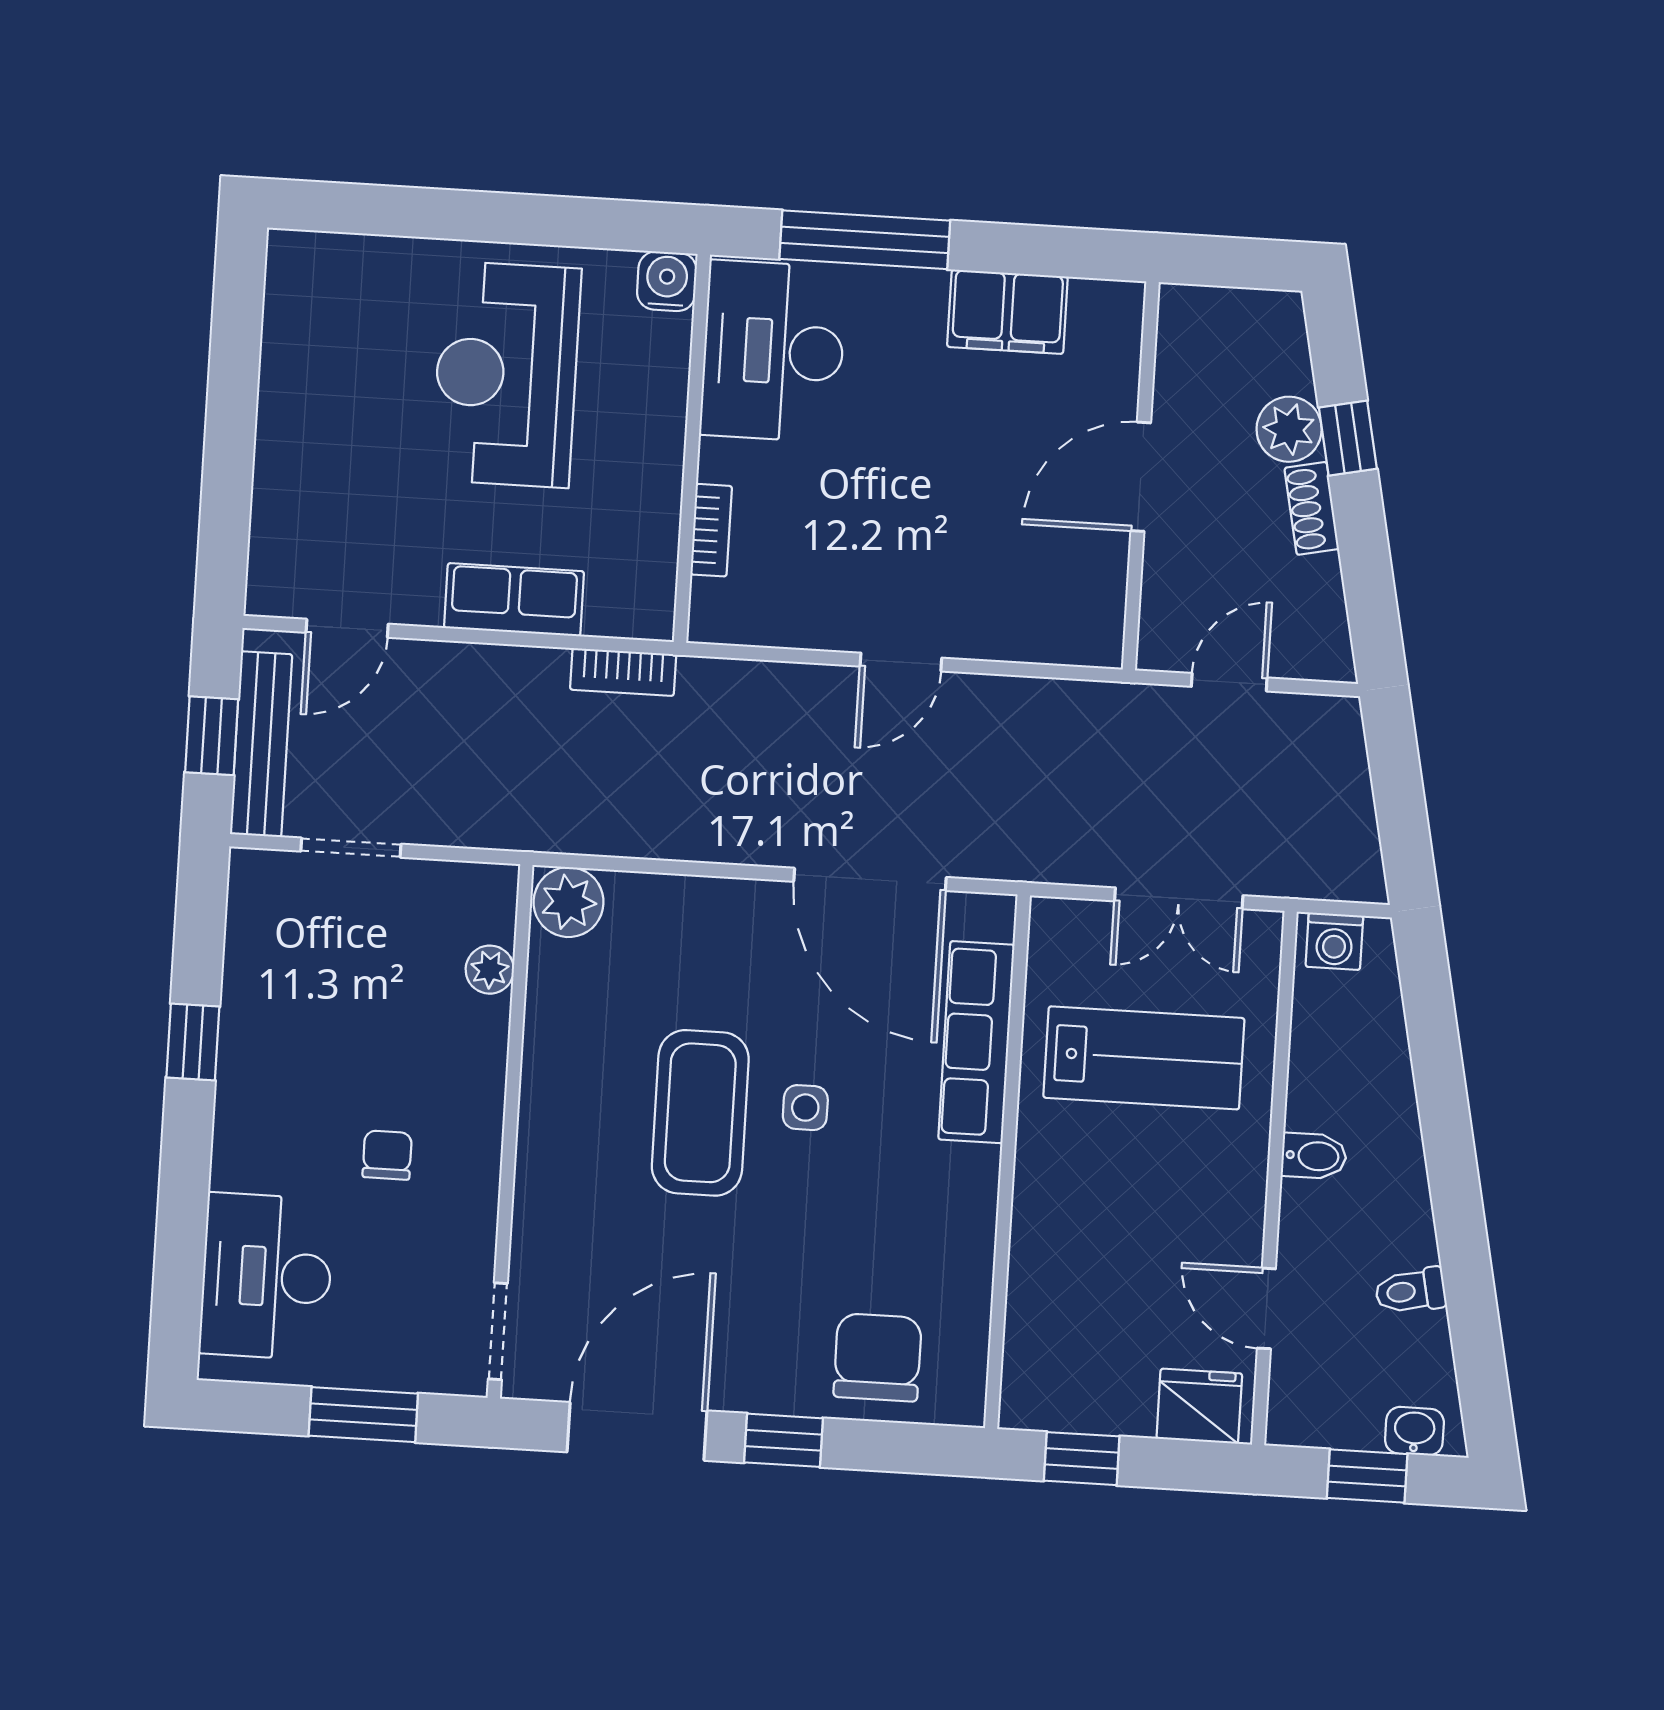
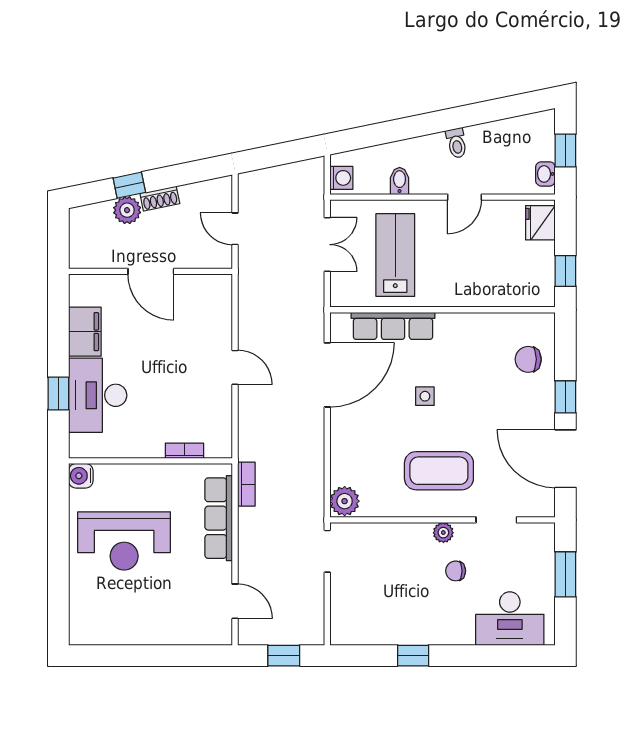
window: (865, 240) -> (58, 394), width x0.46
desk: (773, 351) -> (98, 395), moved, turned 90
row of seats: (514, 600) -> (219, 518), width x1.48
bench: (261, 744) -> (286, 635), removed
doorway: (351, 848) -> (327, 551), moved
plant: (490, 970) -> (443, 533), moved
coffee table: (700, 1113) -> (439, 471), moved
bidet: (1314, 1156) -> (400, 181), moved
toilet: (1411, 1291) -> (456, 143), moved
door: (1266, 1308) -> (464, 197), moved
doorway: (498, 1331) -> (496, 520), moved
chair: (878, 1357) -> (528, 359), width x0.73, depth x0.73
washbasin: (1414, 1431) -> (545, 174), moved

